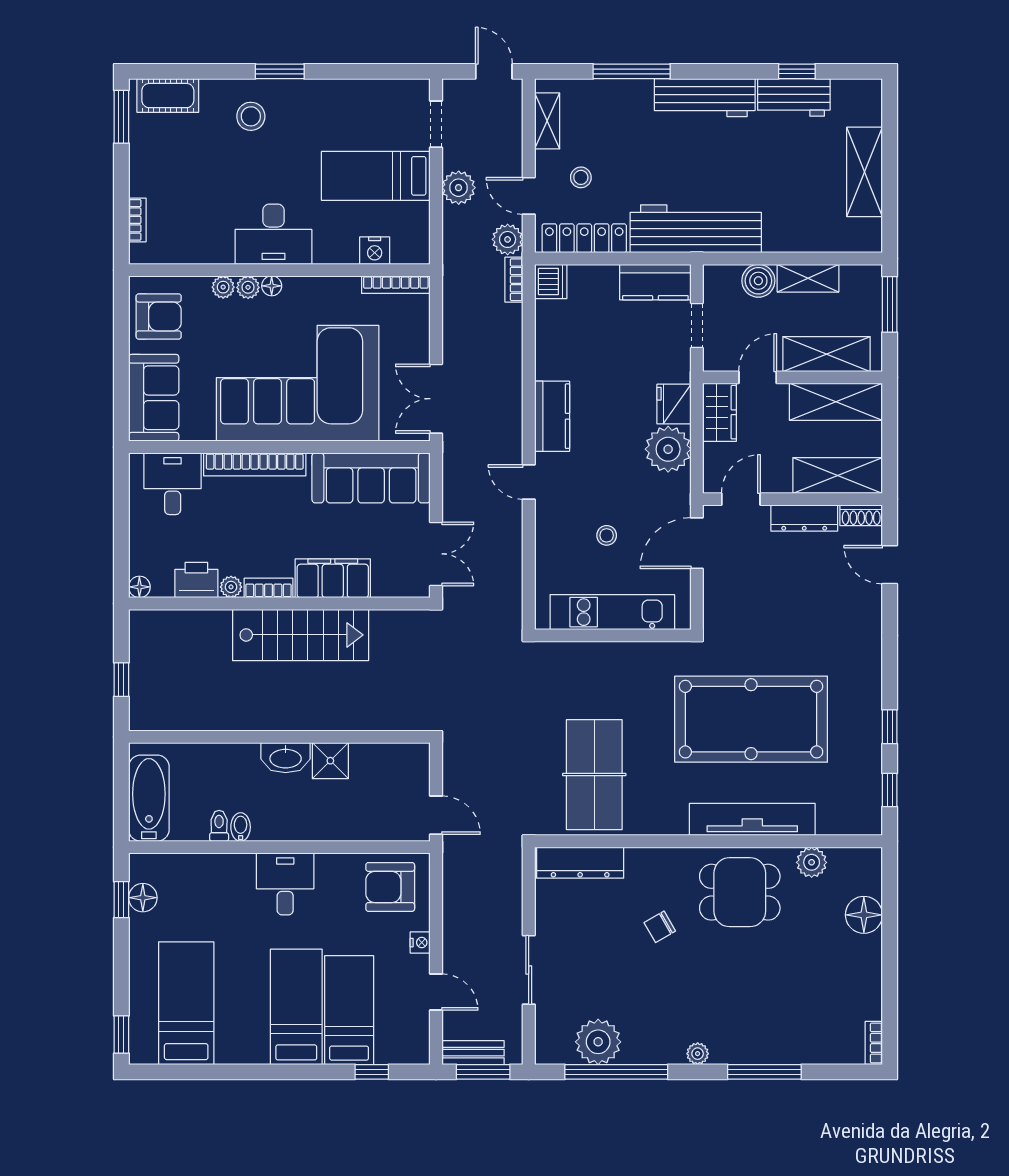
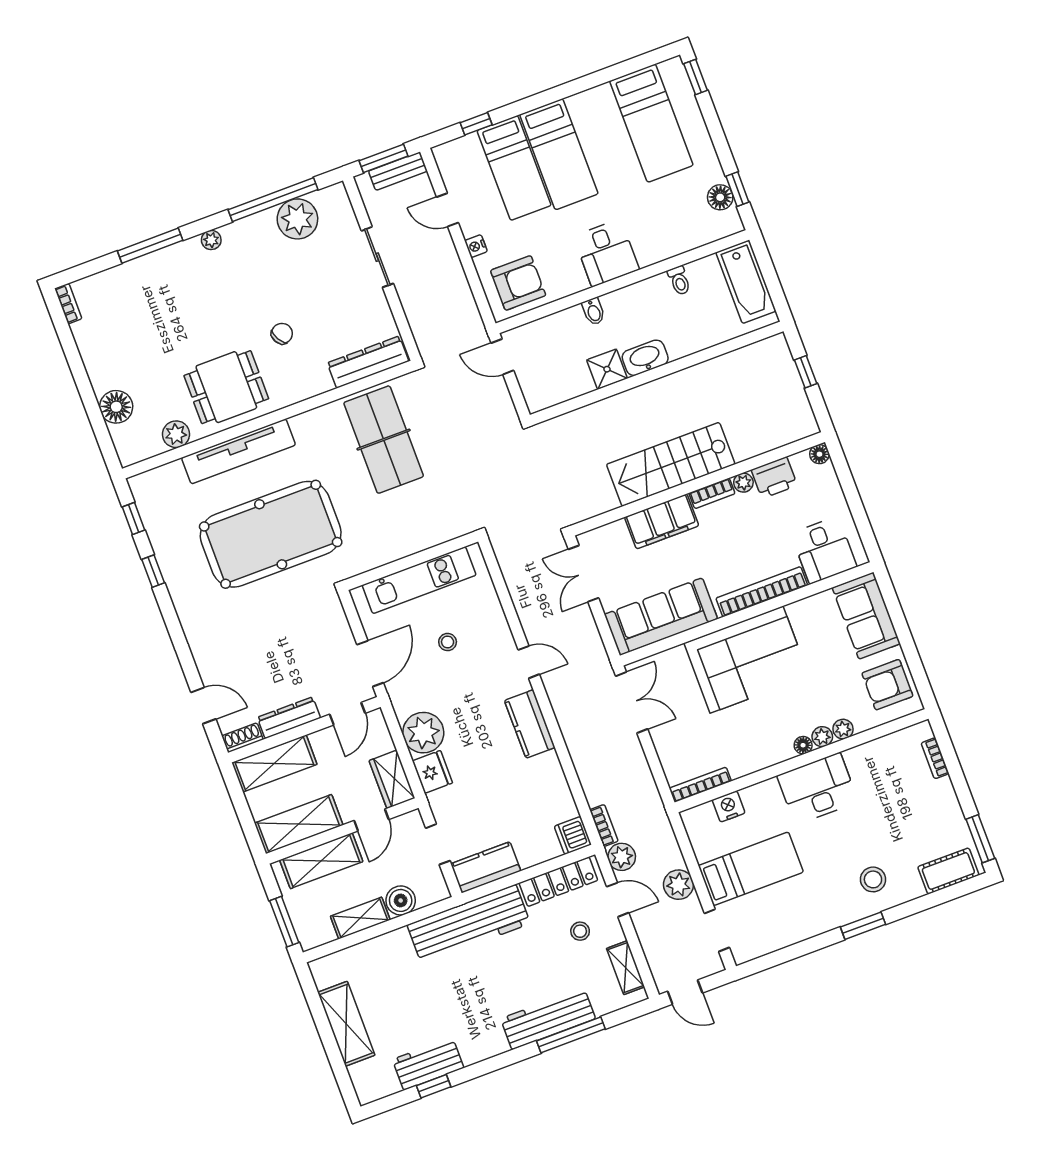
workbench: (705, 98) -> (548, 1019), moved
corner sofa: (298, 383) -> (747, 660), width x0.73, depth x0.74
bidet: (241, 827) -> (594, 311), moved

